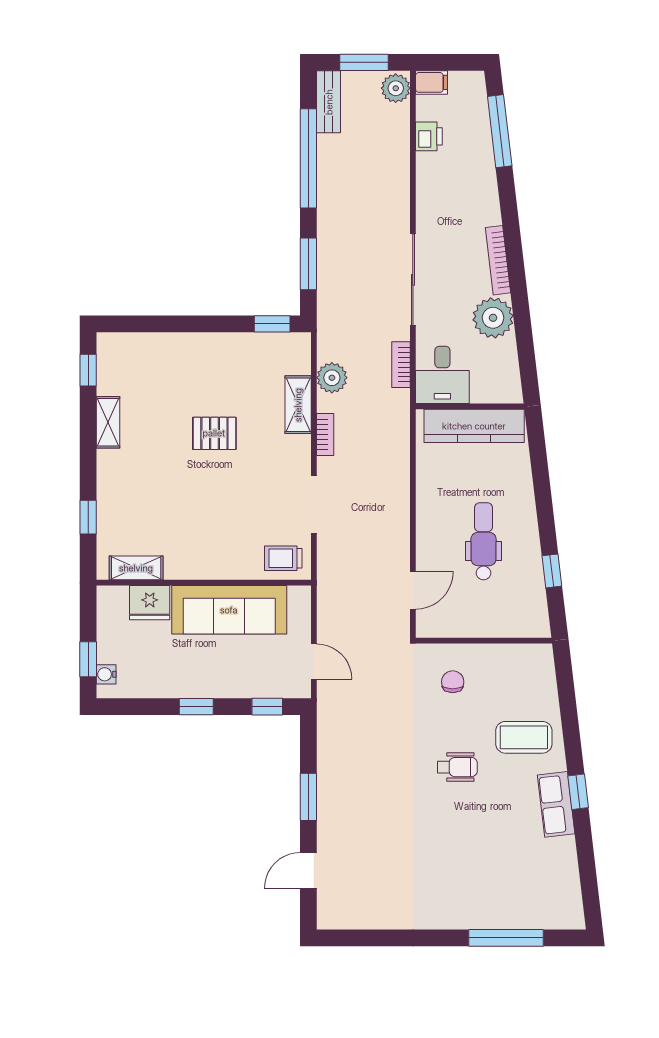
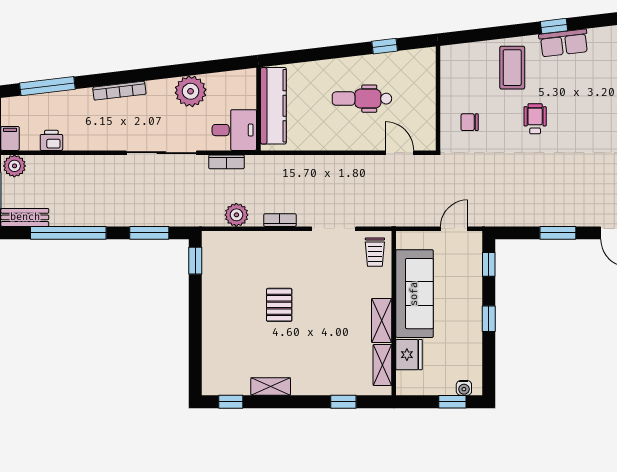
bookcase: (498, 260) -> (119, 91), moved
shelving: (298, 405) -> (382, 321), moved, turned 90

